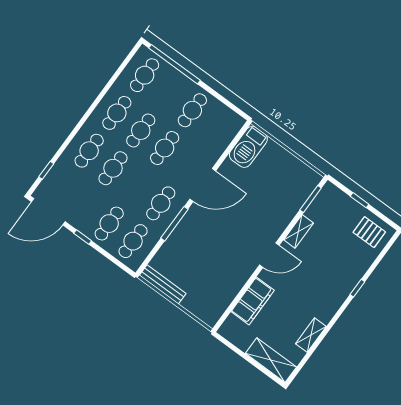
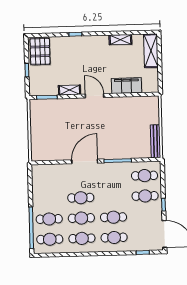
cafe table: (192, 110) -> (49, 219), moved
barbecue: (248, 147) -> (45, 153), removed
door: (203, 185) -> (85, 161), hinge flipped
cafe table: (161, 203) -> (112, 176), removed
pallet: (369, 232) -> (40, 51), width x1.50, depth x1.42

